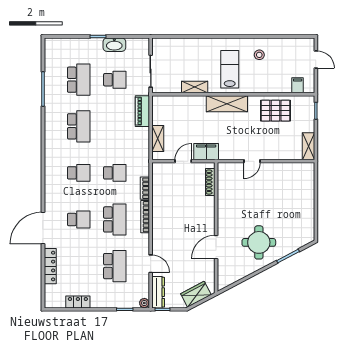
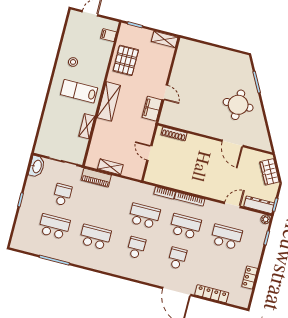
washbasin: (114, 45) -> (37, 166), moved
shelving: (158, 139) -> (110, 167), moved
filing cabinet: (206, 152) -> (152, 109), moved
school desk: (115, 173) -> (144, 216), width x1.85

